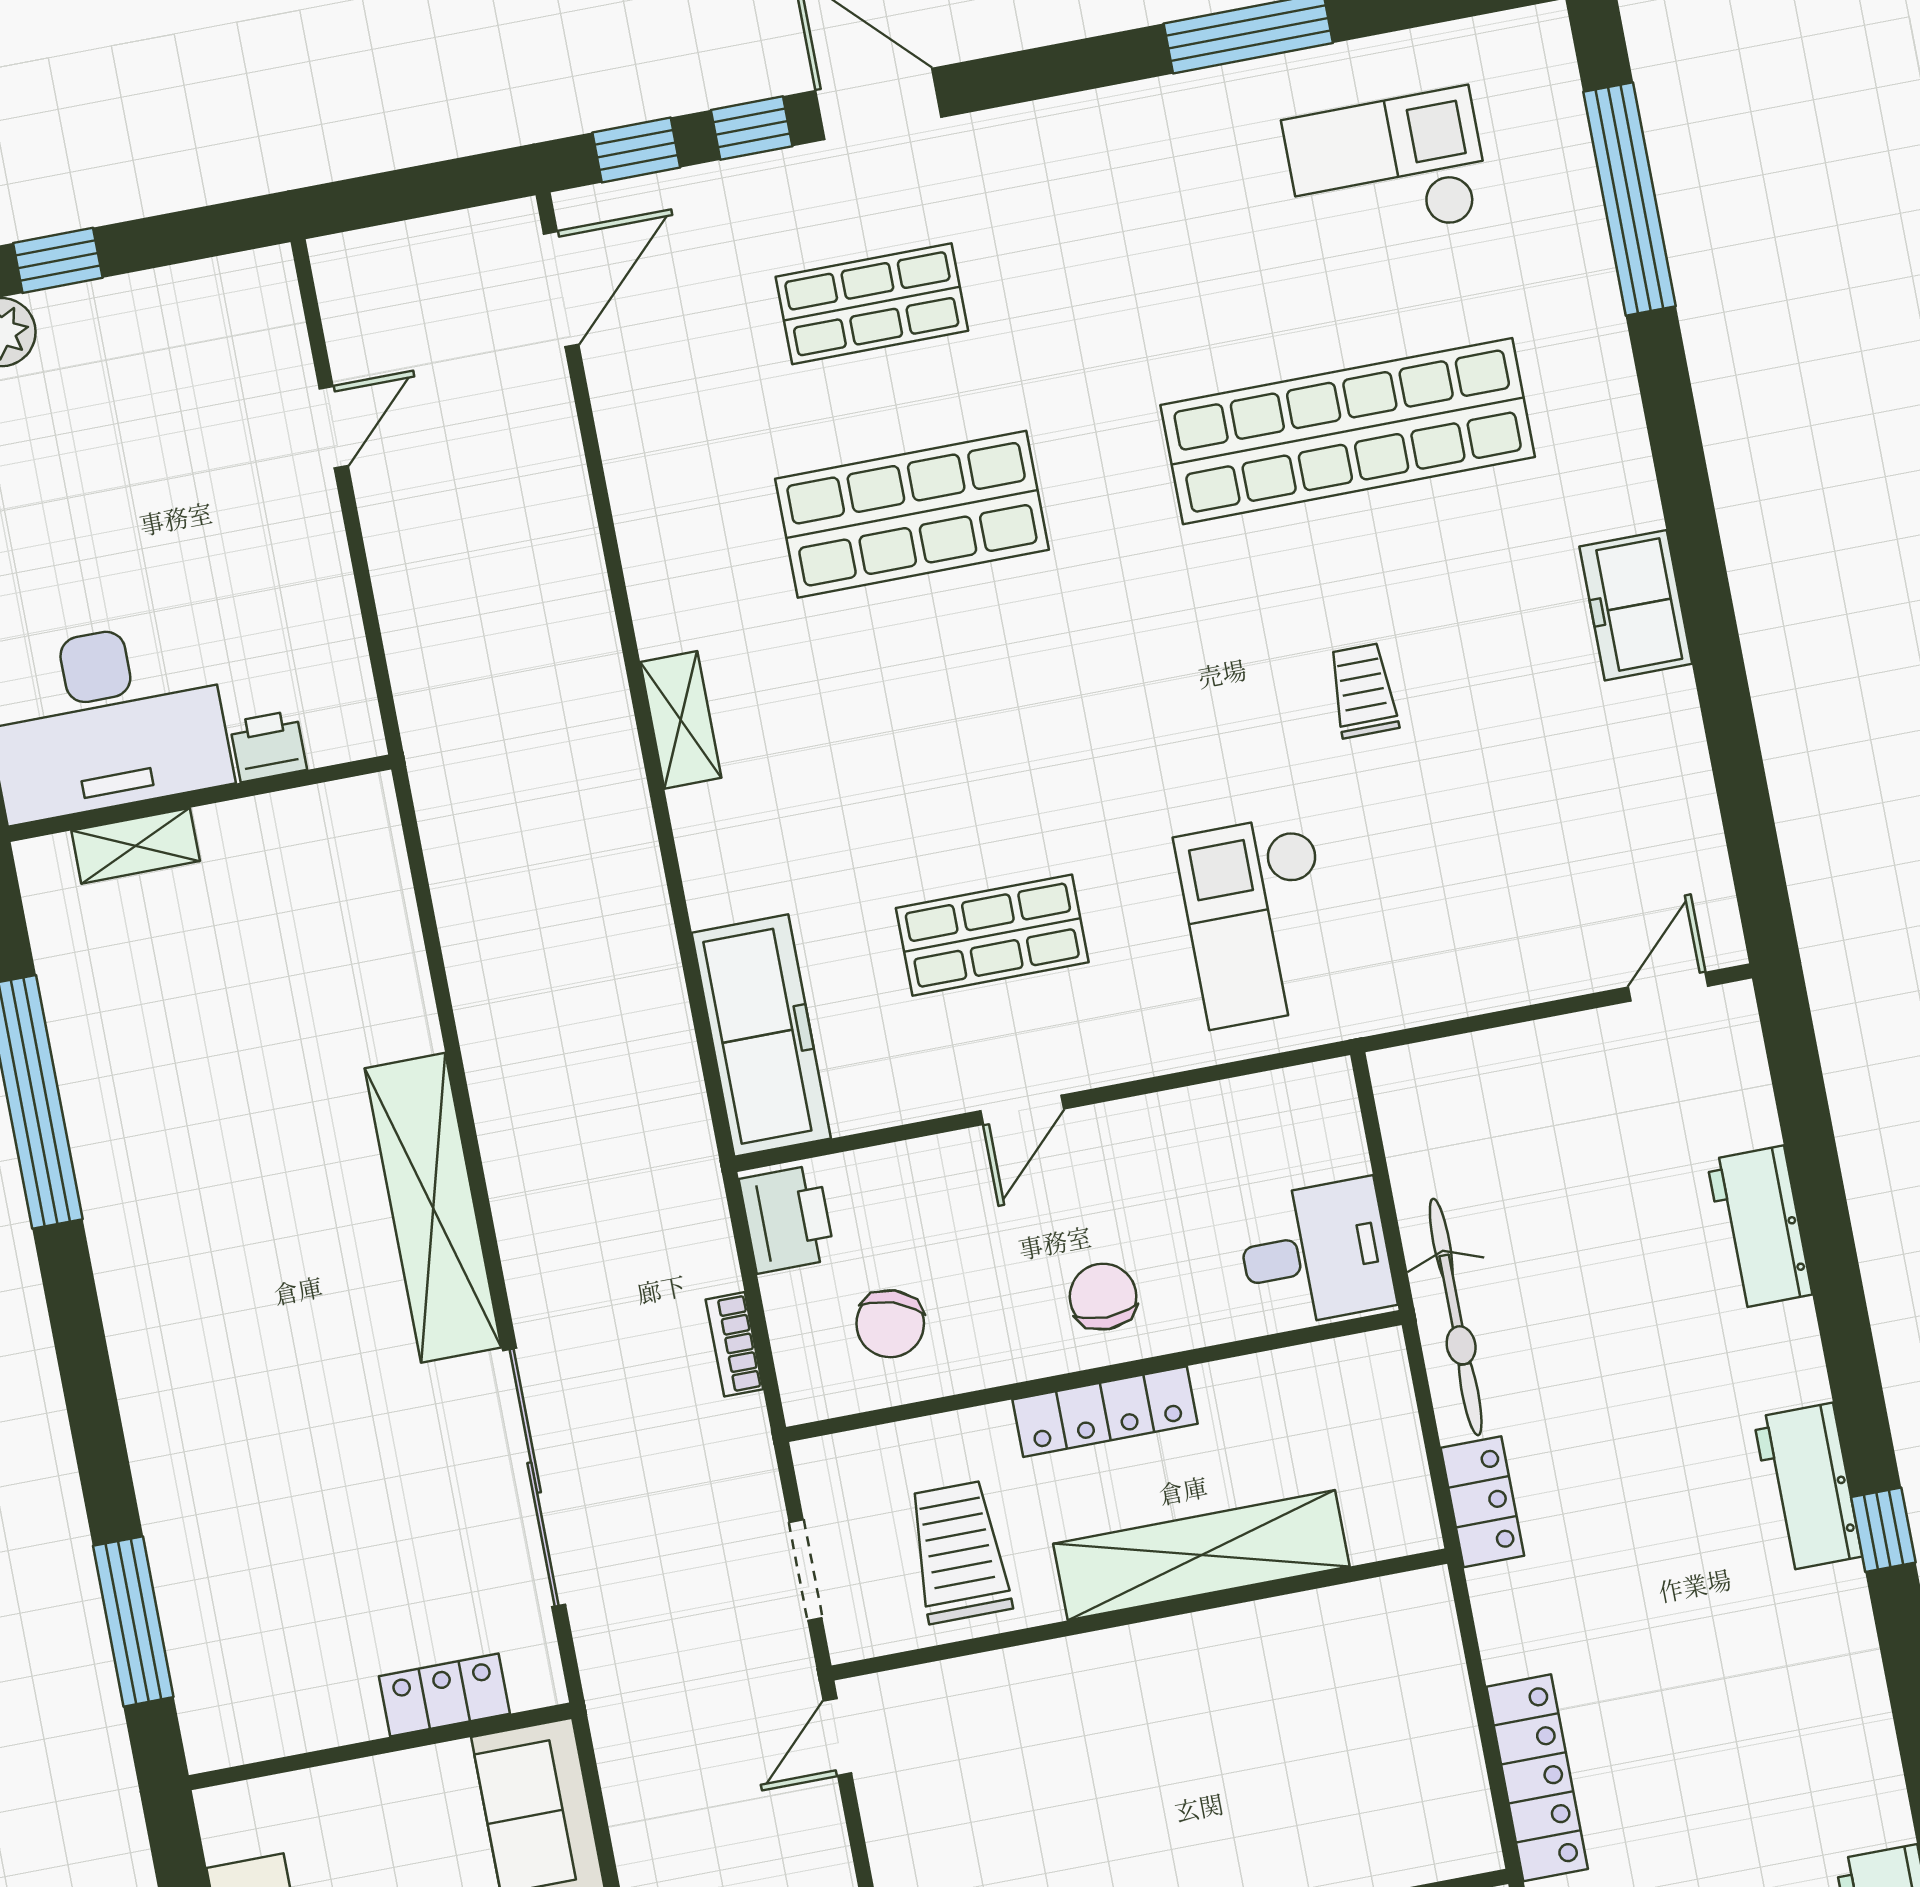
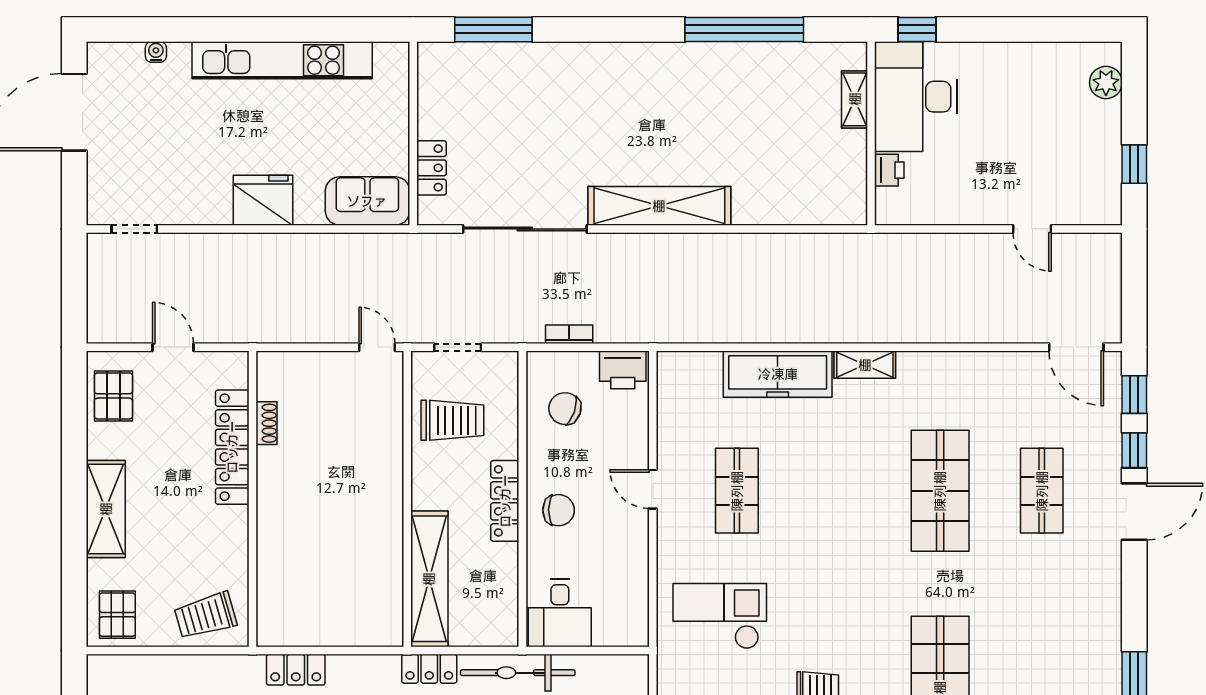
window: (58, 260) -> (1134, 164), moved
freezer: (761, 1036) -> (778, 374), moved
shelving: (1201, 1555) -> (429, 579), moved
locker: (1537, 1778) -> (296, 670), width x0.66

